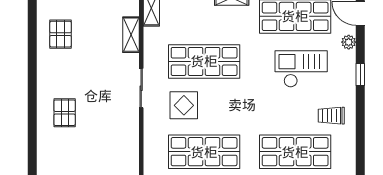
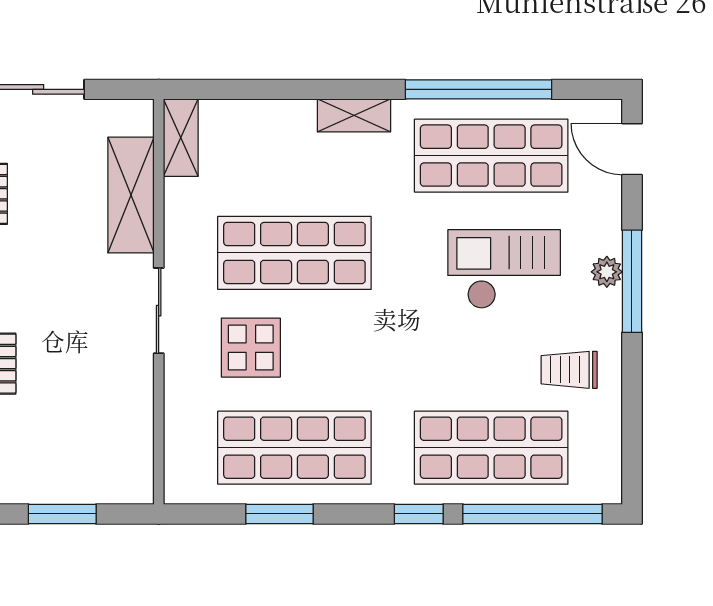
shelving: (131, 35) -> (131, 195), width x1.50, depth x1.33
plant: (349, 42) -> (607, 272), moved
window: (360, 75) -> (632, 281), width x2.17

